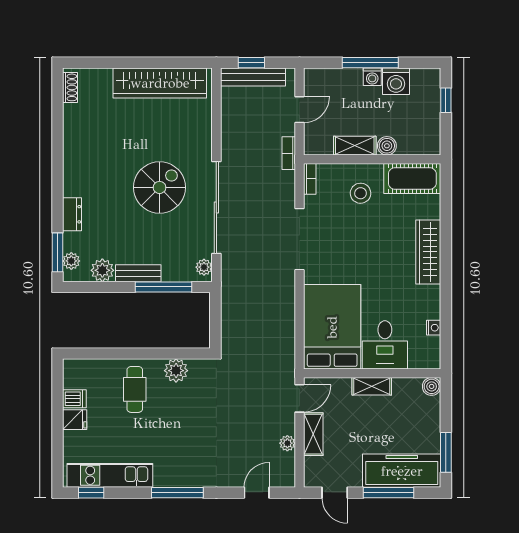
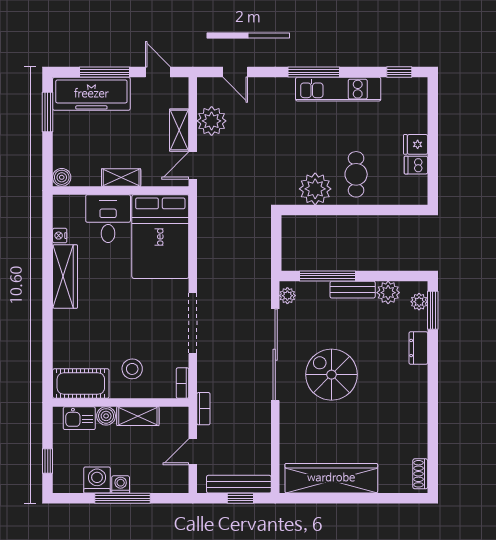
kitchen sink: (414, 144) -> (79, 418), added
spiral stairs: (160, 187) -> (331, 375), turned 90
wardrobe: (428, 252) -> (65, 277), moved
plant: (176, 371) -> (315, 189), width x1.36, depth x1.36
plant: (287, 443) -> (212, 121), width x1.88, depth x1.88
kitchen unit: (110, 475) -> (338, 89), moved
door: (257, 493) -> (235, 72), hinge flipped

